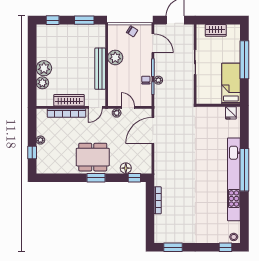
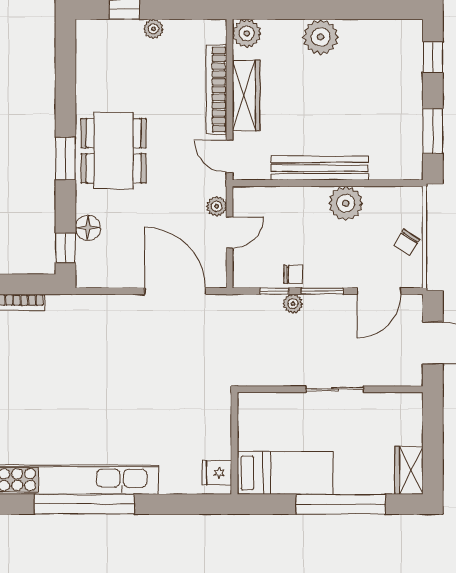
wardrobe: (216, 30) -> (409, 470), moved
plant: (42, 83) -> (247, 33), moved

